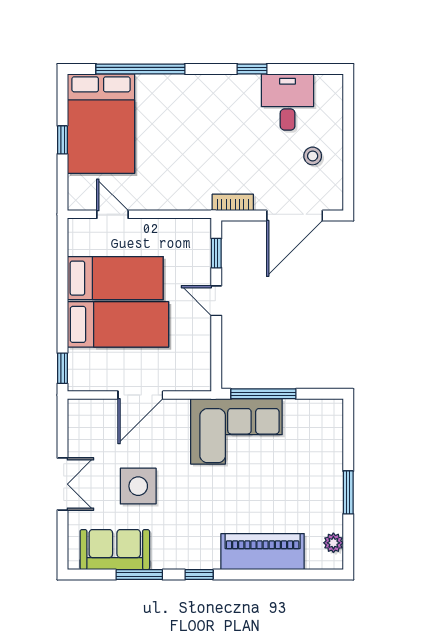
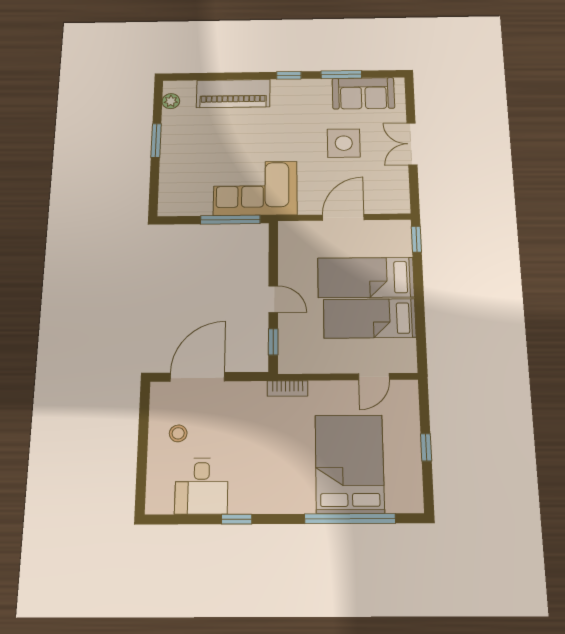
bed: (101, 124) -> (349, 464), moved
bookcase: (233, 202) -> (288, 388), moved
door: (113, 214) -> (374, 377), hinge flipped

